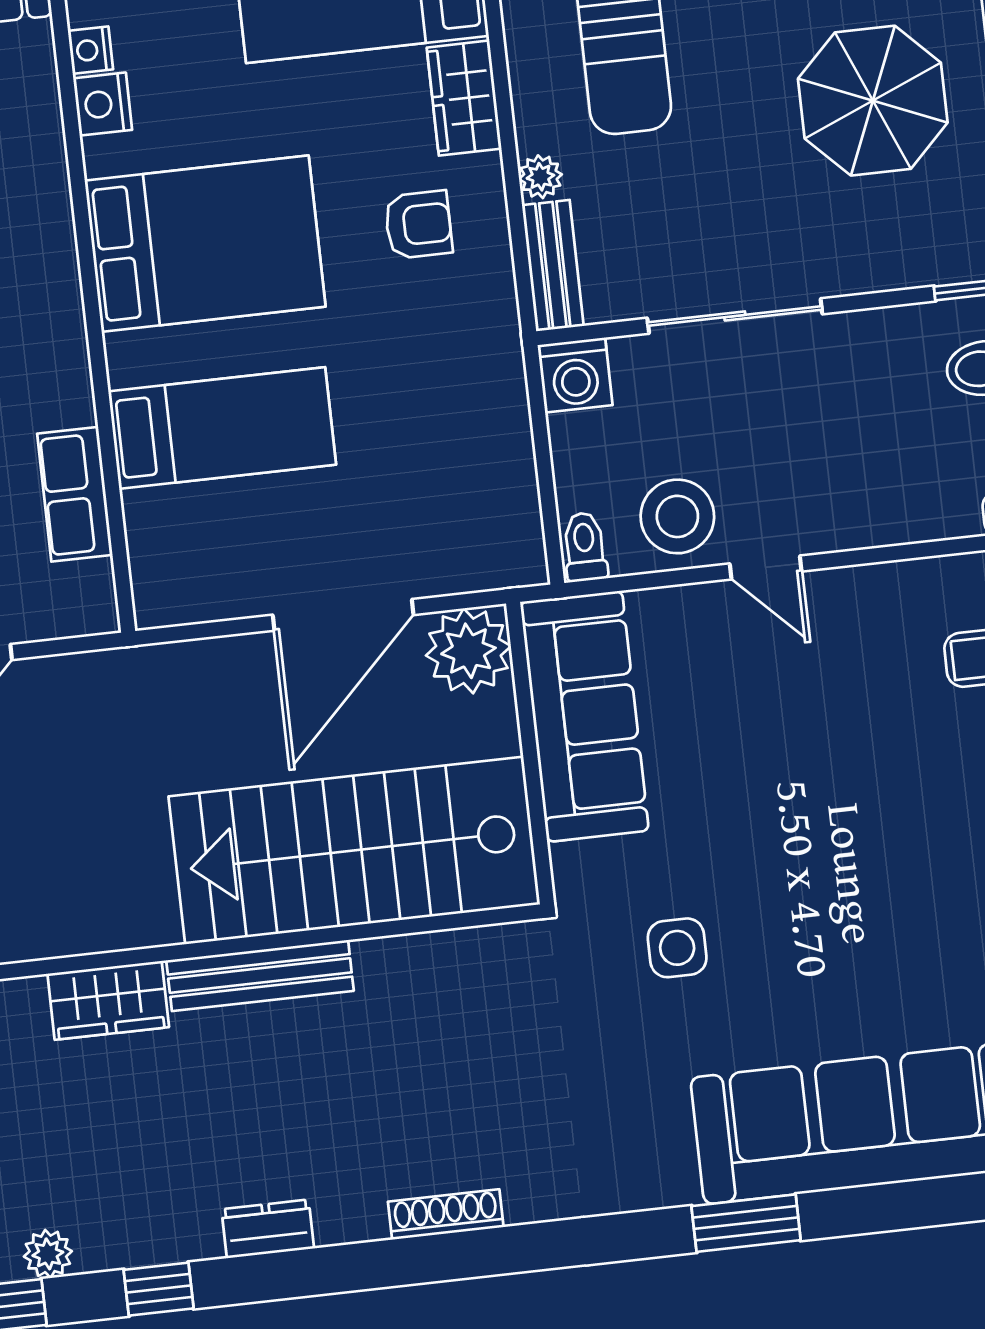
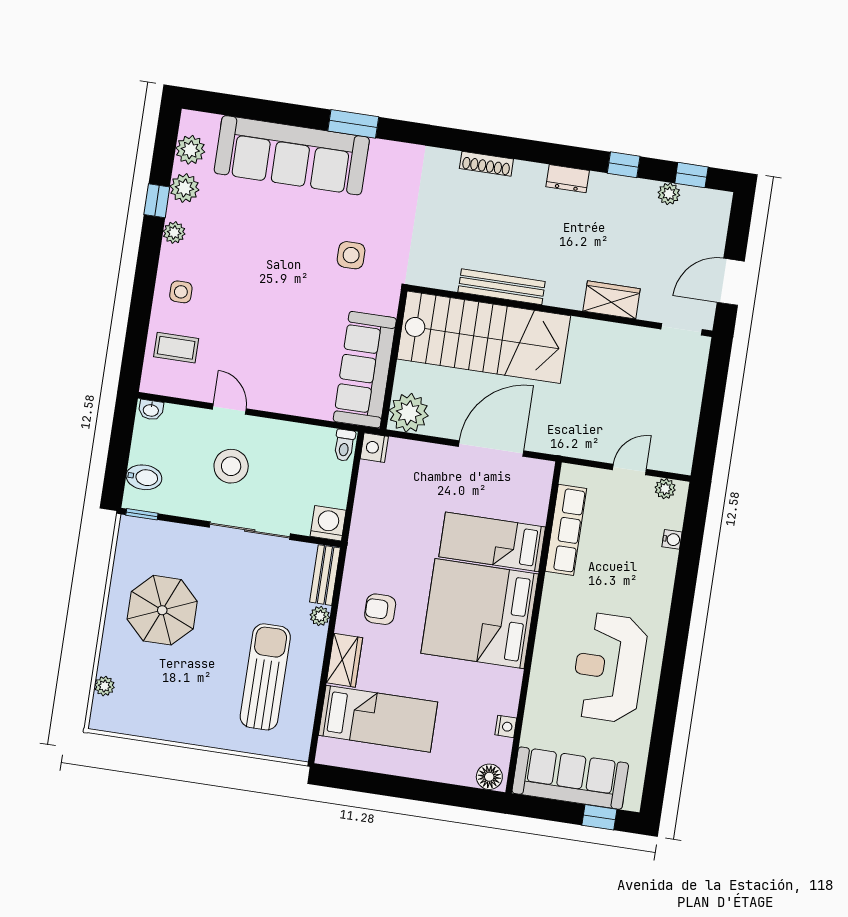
nightstand: (103, 104) -> (374, 448), moved, turned 180
bed: (205, 244) -> (480, 614), width x1.36
row of seats: (75, 494) -> (566, 530), width x1.48
stool: (677, 516) -> (231, 466), moved
door: (766, 567) -> (229, 409), moved
door: (343, 615) -> (491, 449), moved
bench: (260, 976) -> (502, 287), moved

